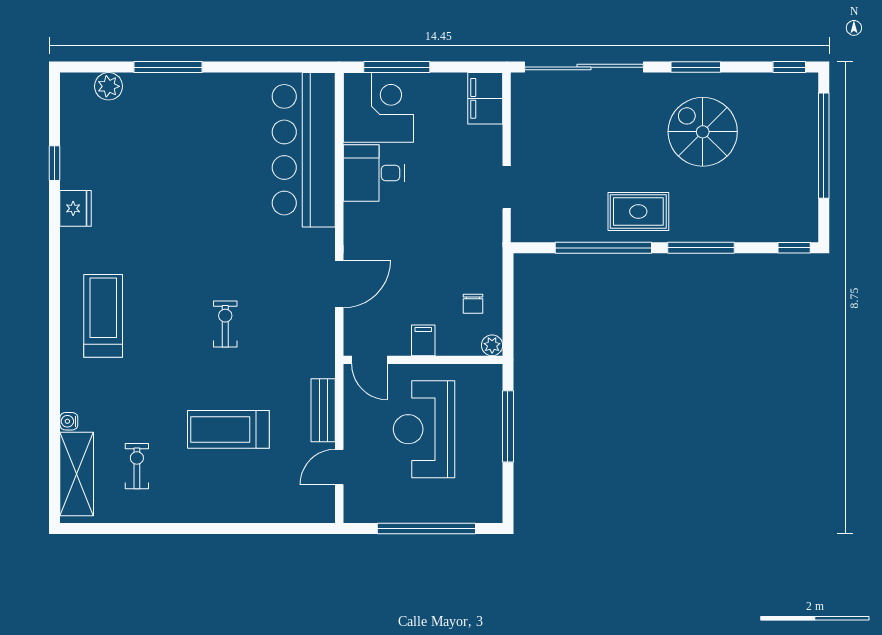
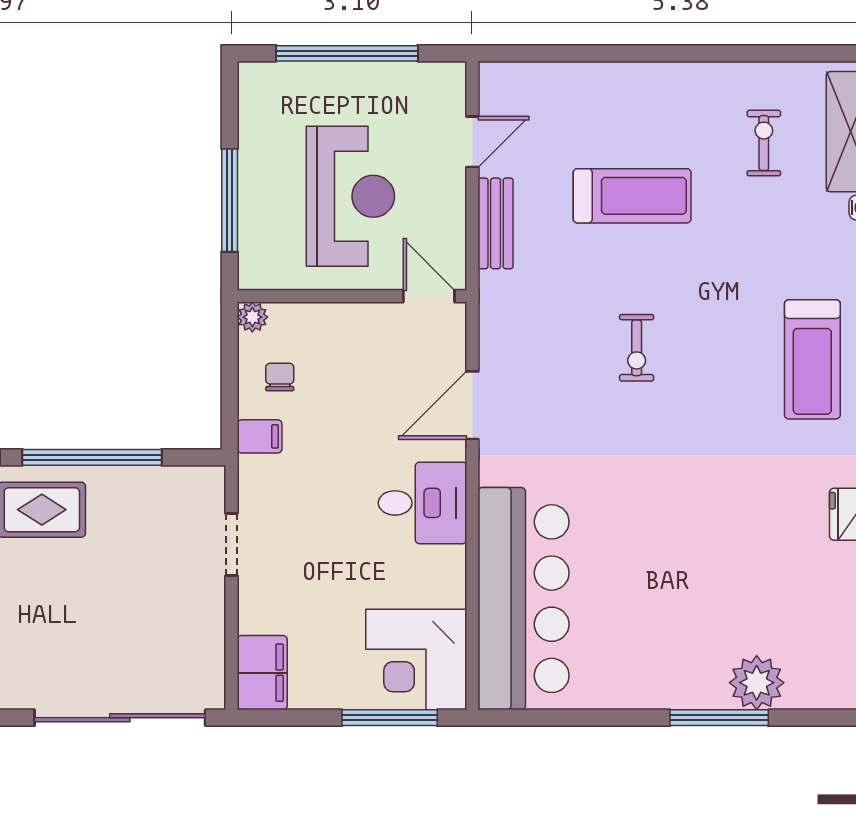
plant: (109, 86) -> (757, 683), moved, width x1.36, depth x1.36
desk: (374, 173) -> (422, 503), moved
filing cabinet: (423, 340) -> (260, 436), moved, turned -90
exercise bike: (137, 466) -> (764, 143), turned 180

